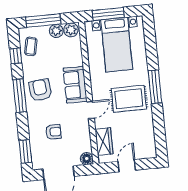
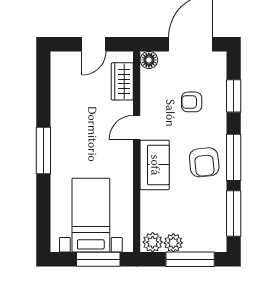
coffee table: (31, 46) -> (211, 225), removed
window: (16, 56) -> (234, 214), width x2.17
rug: (129, 99) -> (82, 138), removed
window: (25, 151) -> (234, 96), moved

